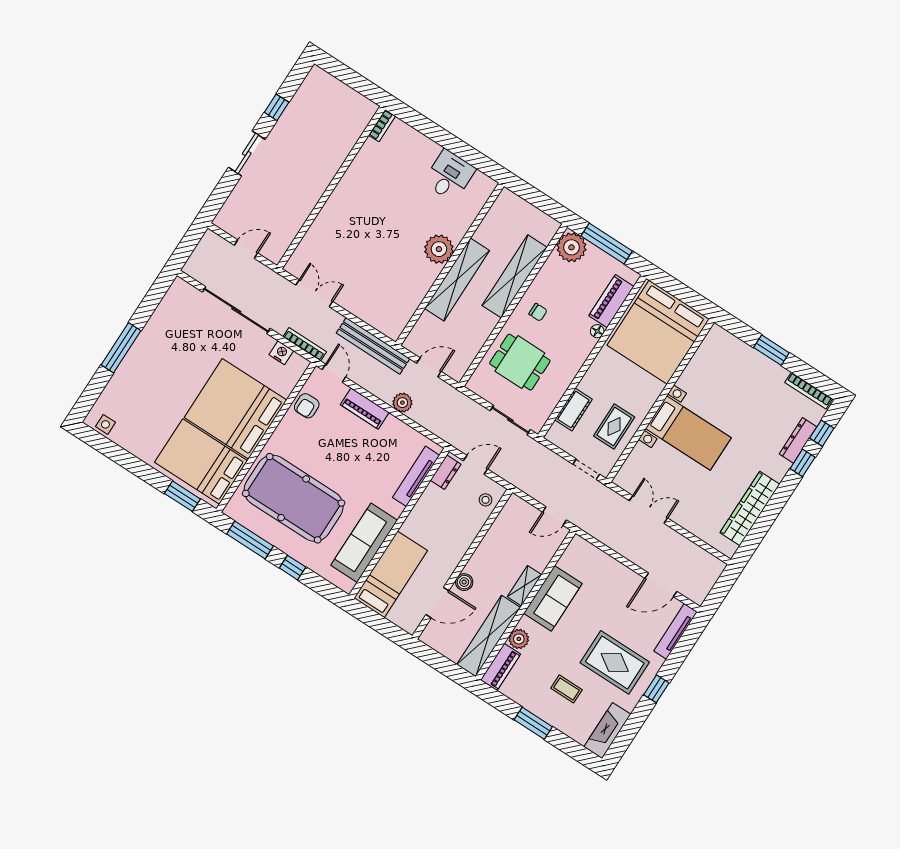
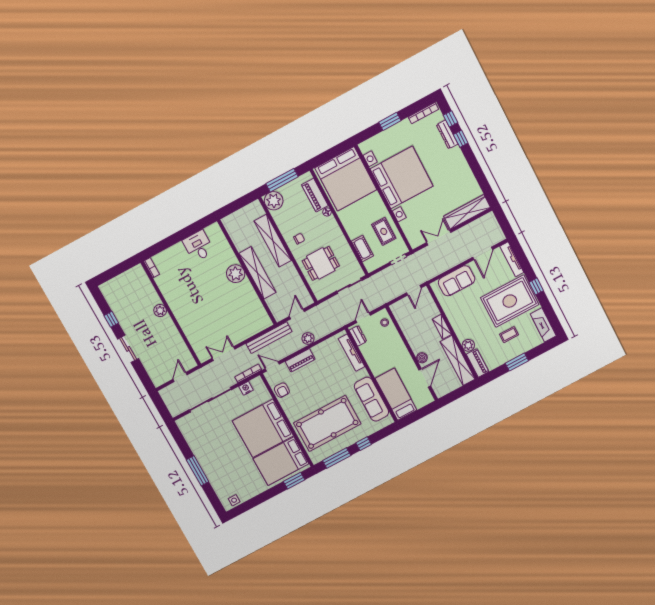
plant: (327, 170) -> (160, 311), added
bed with nightstands: (688, 433) -> (402, 177), width x1.85
wardrobe: (750, 509) -> (467, 212), moved, turned 90
sofa: (553, 598) -> (457, 281), moved, turned 90
rug: (615, 662) -> (510, 301), width x1.37, depth x1.44

